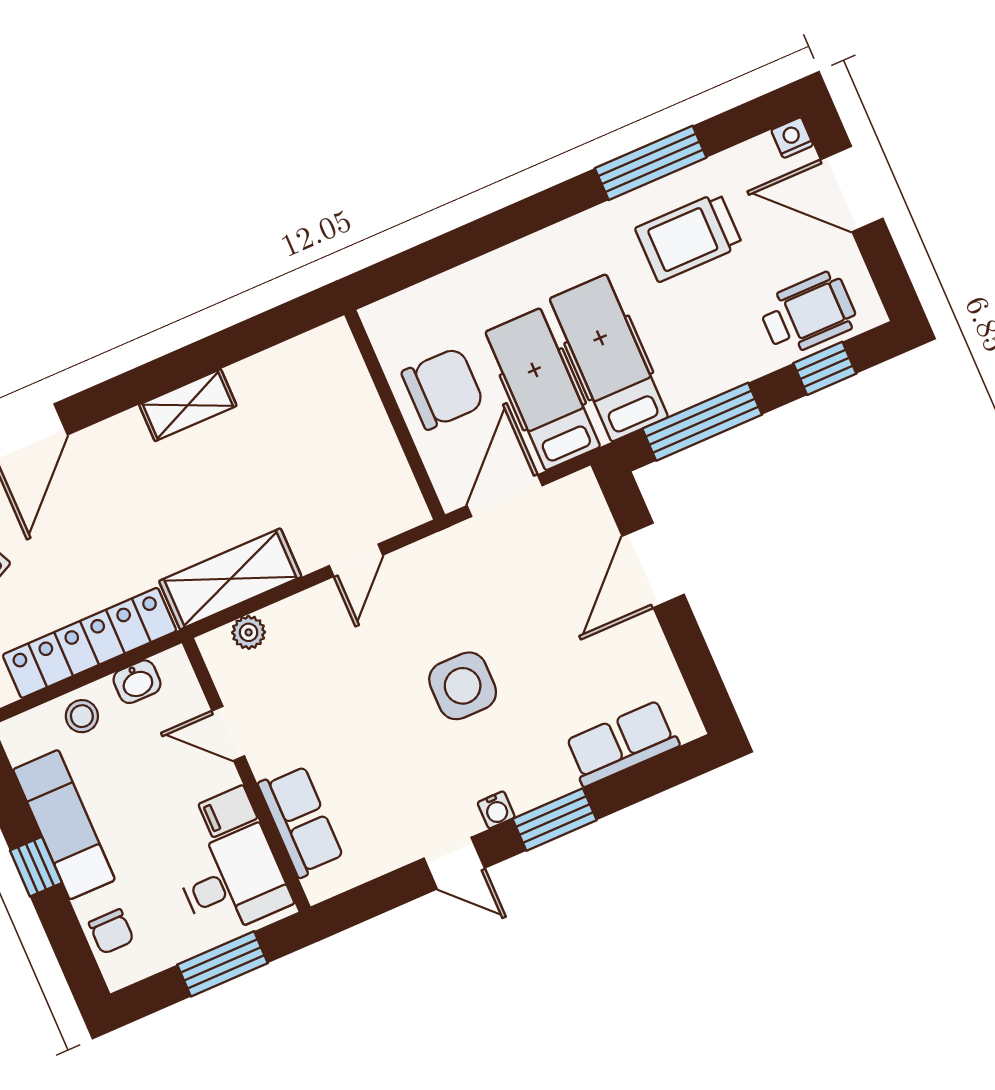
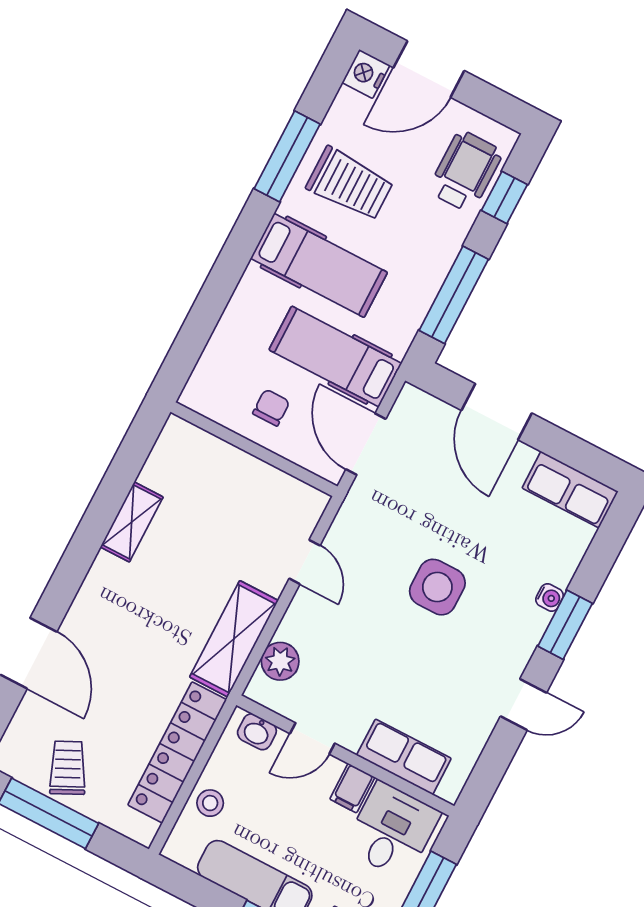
nightstand: (792, 138) -> (366, 74), width x1.39, depth x1.35
trolley: (689, 237) -> (350, 184), turned -90
hospital bed: (609, 358) -> (319, 265), moved, turned 180
chair: (443, 389) -> (271, 408), width x0.54, depth x0.54
shelving: (188, 405) -> (132, 522), moved
plant: (249, 632) -> (280, 661), width x1.38, depth x1.38
washbasin: (137, 682) -> (257, 732), moved, turned 90
row of seats: (622, 743) -> (570, 490), moved, turned -90
water cooler: (496, 810) -> (550, 597), moved

